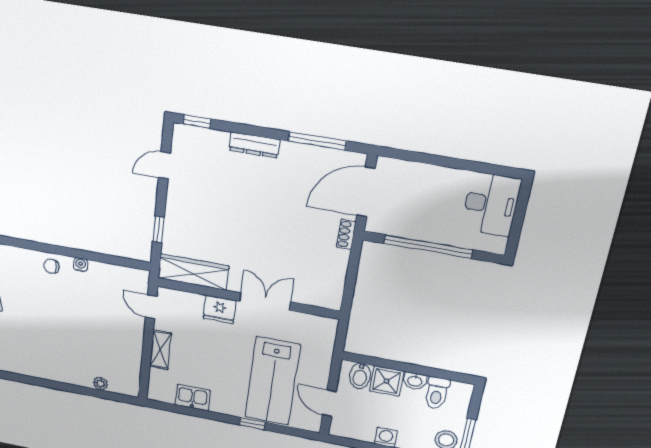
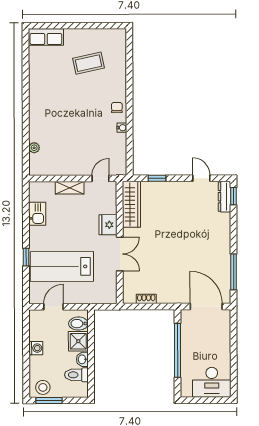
dresser: (254, 145) -> (224, 197), moved
shoe rack: (346, 234) -> (146, 299), moved

